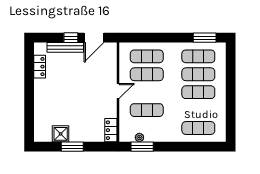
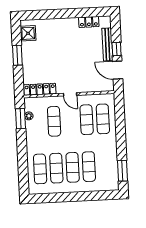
exercise mat: (198, 56) -> (56, 168), moved
locker: (111, 130) -> (40, 89), width x1.53
shower: (61, 134) -> (28, 33), moved

